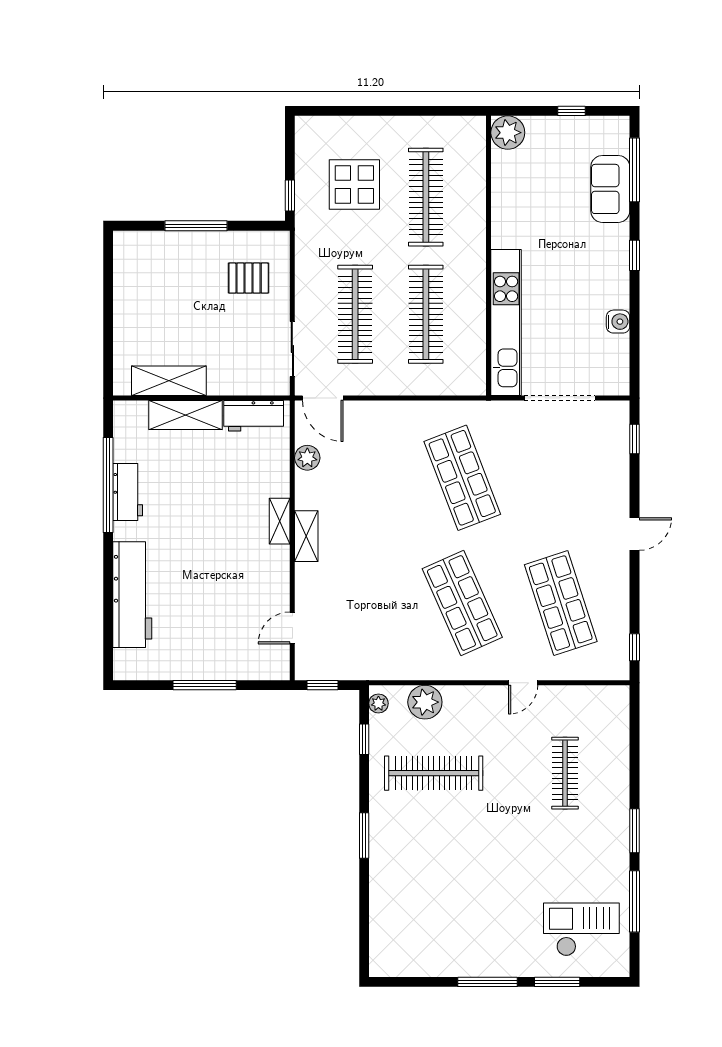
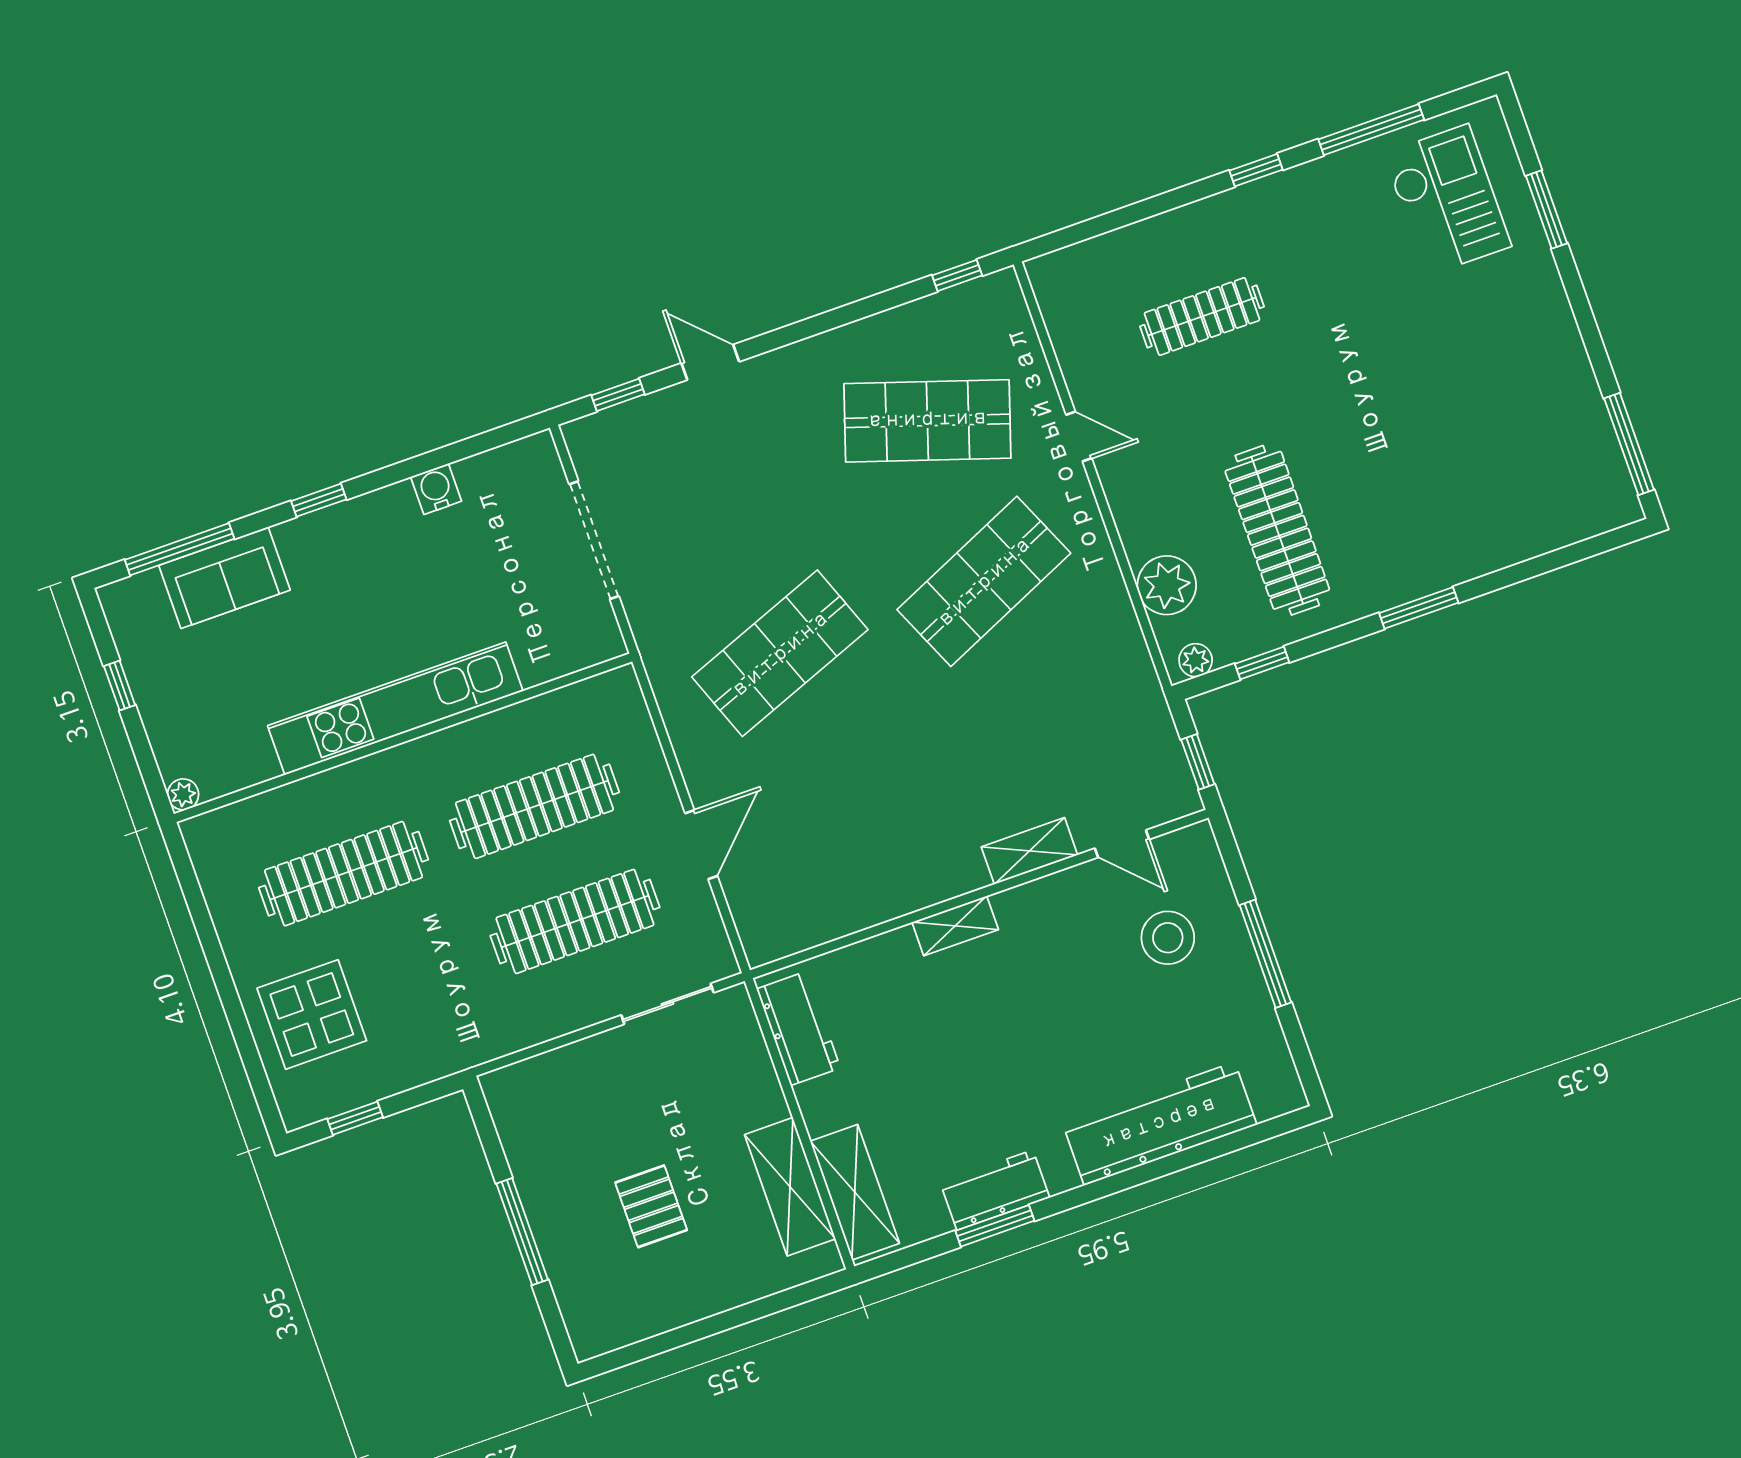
plant: (508, 133) -> (183, 794), width x0.53, depth x0.53
display table: (354, 184) -> (312, 1014), moved
window: (290, 195) -> (355, 1118), moved
pallet: (249, 278) -> (651, 1206), moved
kitchen unit: (506, 322) -> (395, 708), moved
door: (323, 398) -> (701, 845), moved
shelving: (185, 415) -> (855, 1192), moved
plant: (307, 458) -> (836, 917), removed
window: (108, 485) -> (995, 1226), width x0.47
door: (635, 534) -> (710, 362), moved
shelving: (306, 536) -> (1029, 851), moved
shop shelf: (561, 603) -> (927, 421), turned 36
stool: (232, 635) -> (1168, 938), added
window: (635, 831) -> (1256, 170), width x0.67
checkout: (581, 929) -> (1447, 200), turned 180
window: (488, 982) -> (1629, 444), moved

